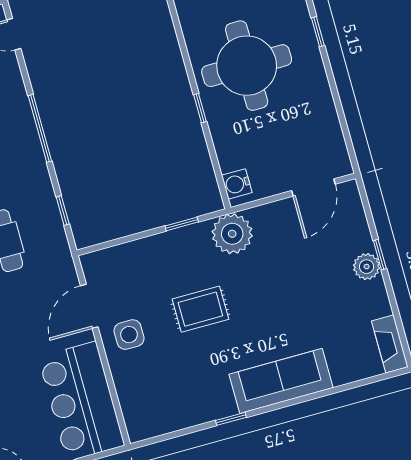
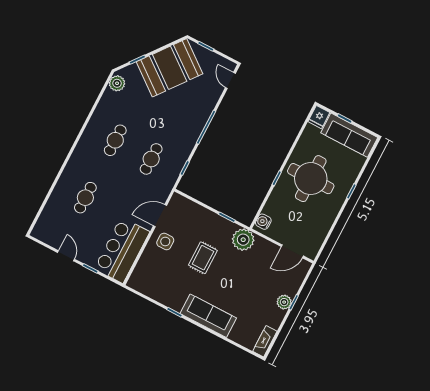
rug: (200, 309) -> (203, 258), turned 90

